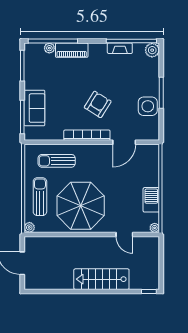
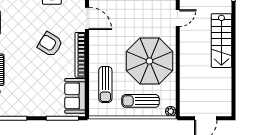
sofa: (34, 108) -> (75, 96), moved, turned -90

